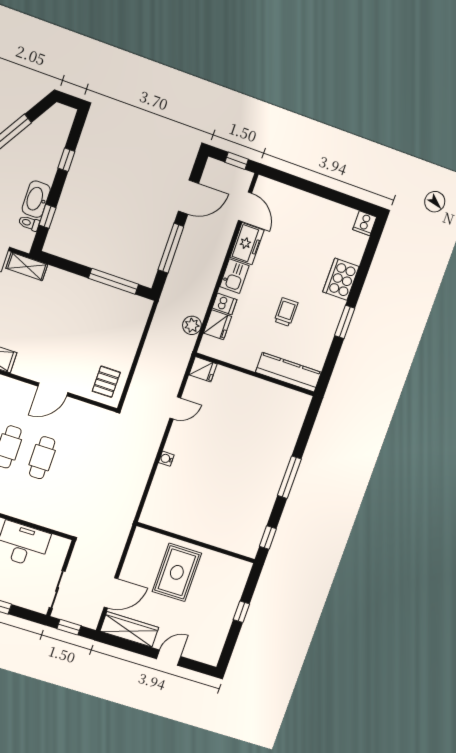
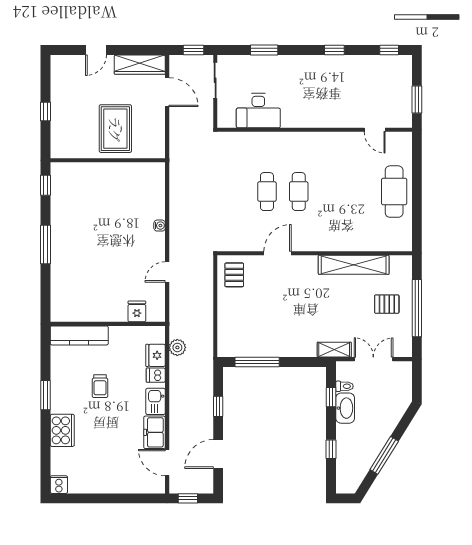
window: (171, 248) -> (218, 406), width x0.46
fridge: (203, 369) -> (137, 311), moved, turned 90
door: (111, 593) -> (167, 92), swing flipped

